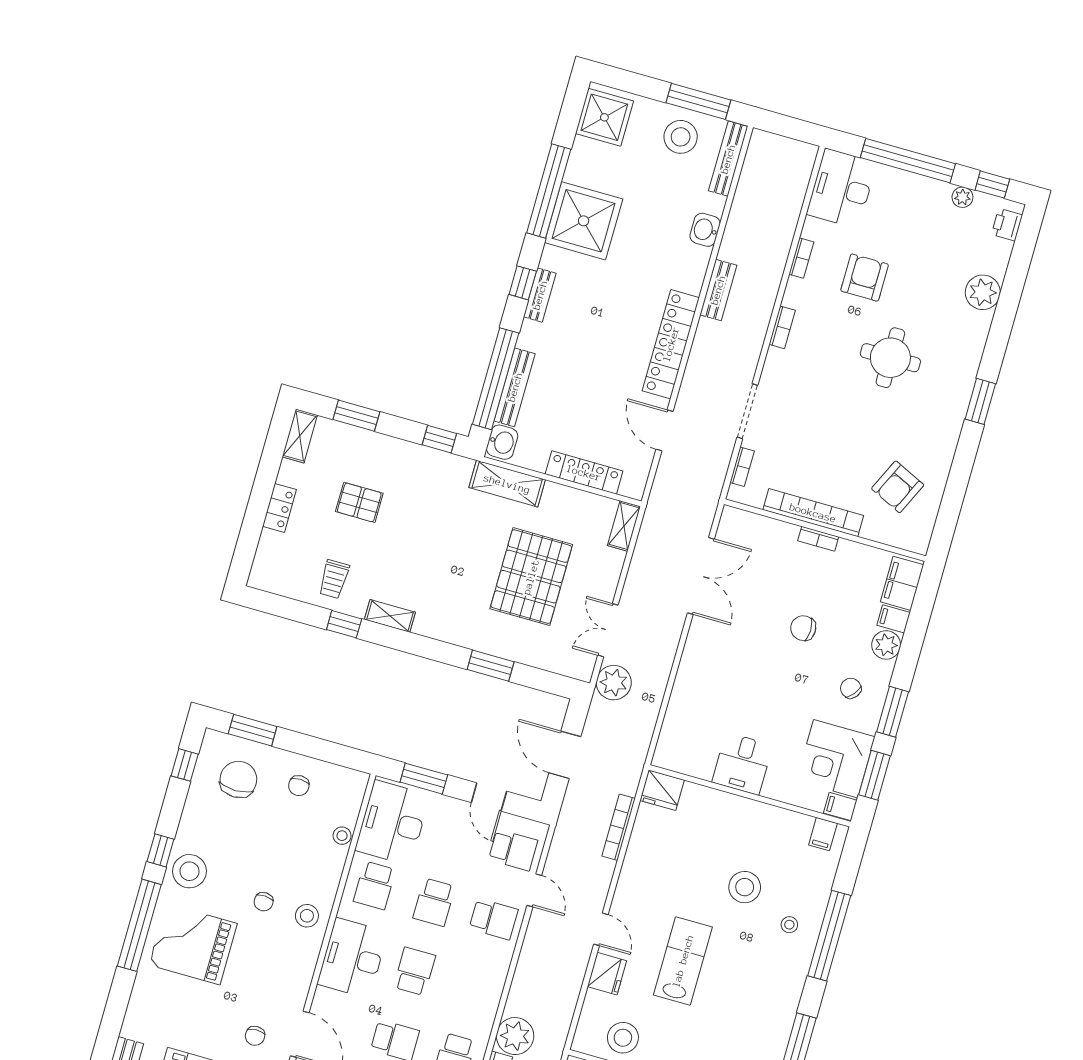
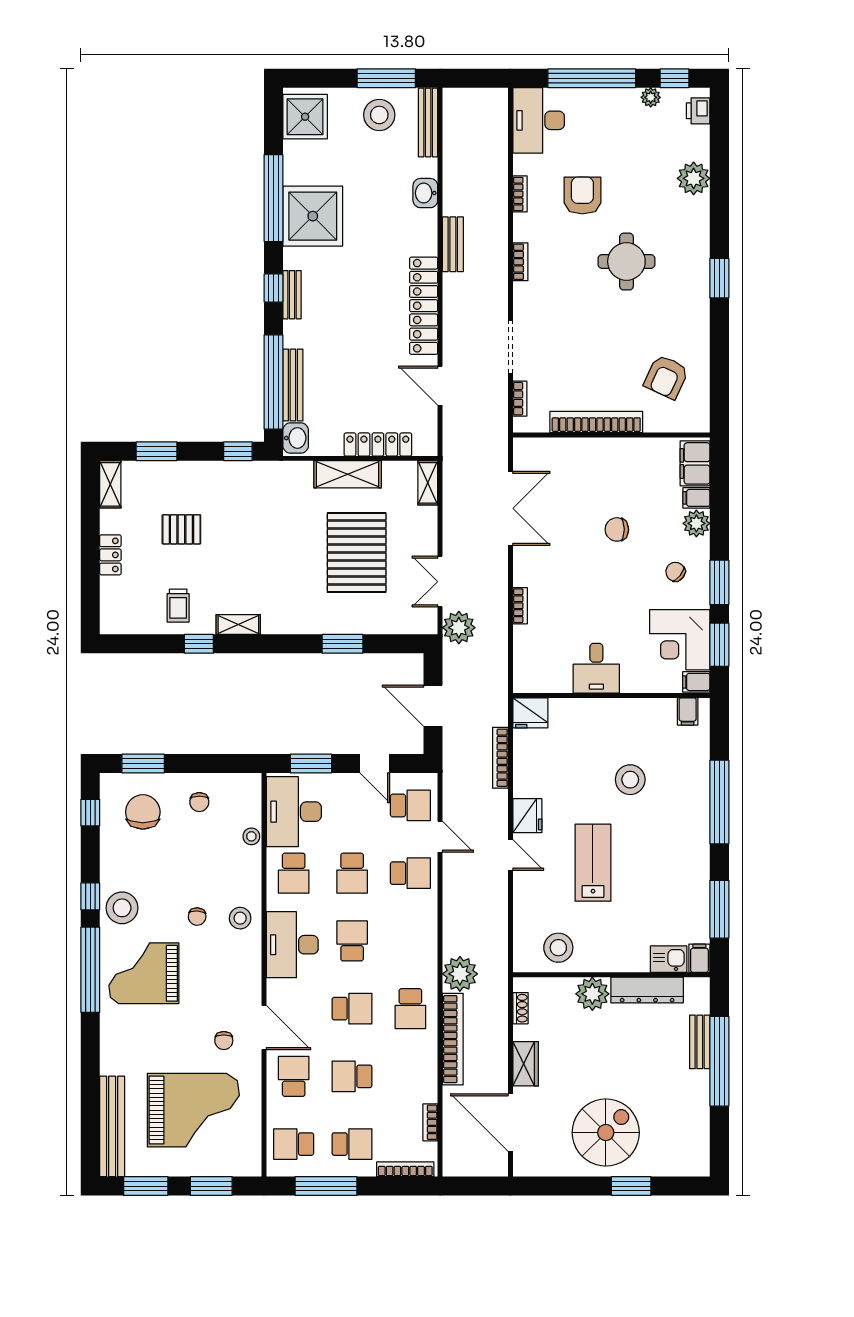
shelving: (507, 484) -> (348, 474), moved
bookcase: (818, 539) -> (520, 606), moved, turned -90
stool: (789, 925) -> (680, 802), removed
fridge: (607, 974) -> (527, 816), moved

